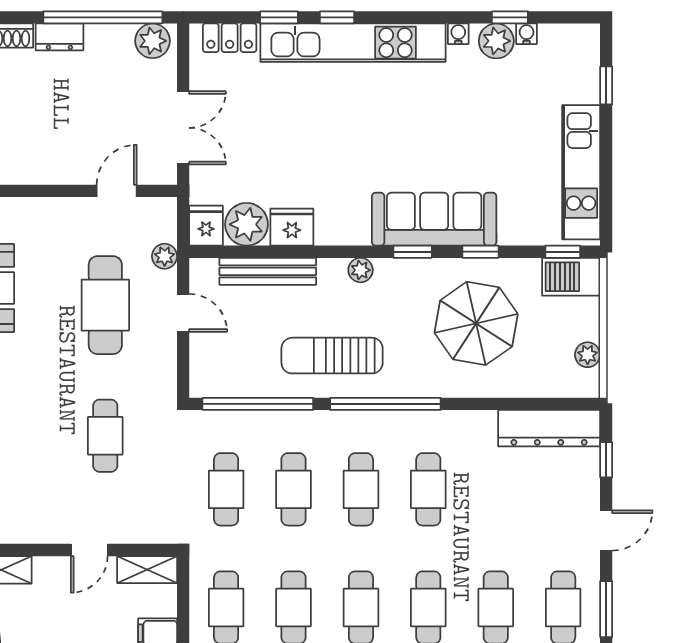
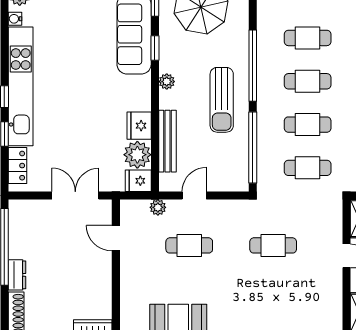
plant: (153, 41) -> (20, 215), removed
cafe table: (105, 305) -> (189, 245), width x0.73, depth x0.74

